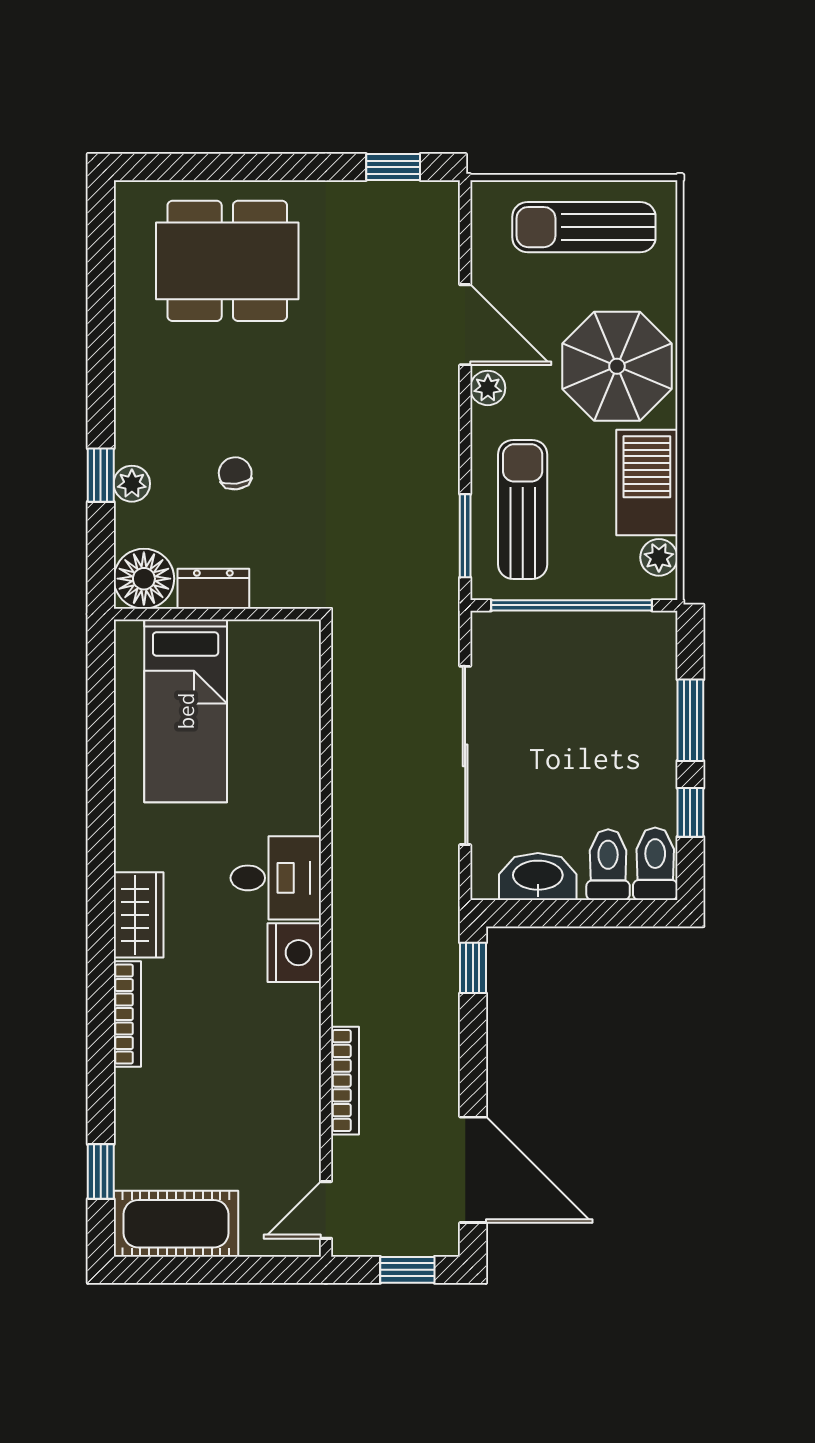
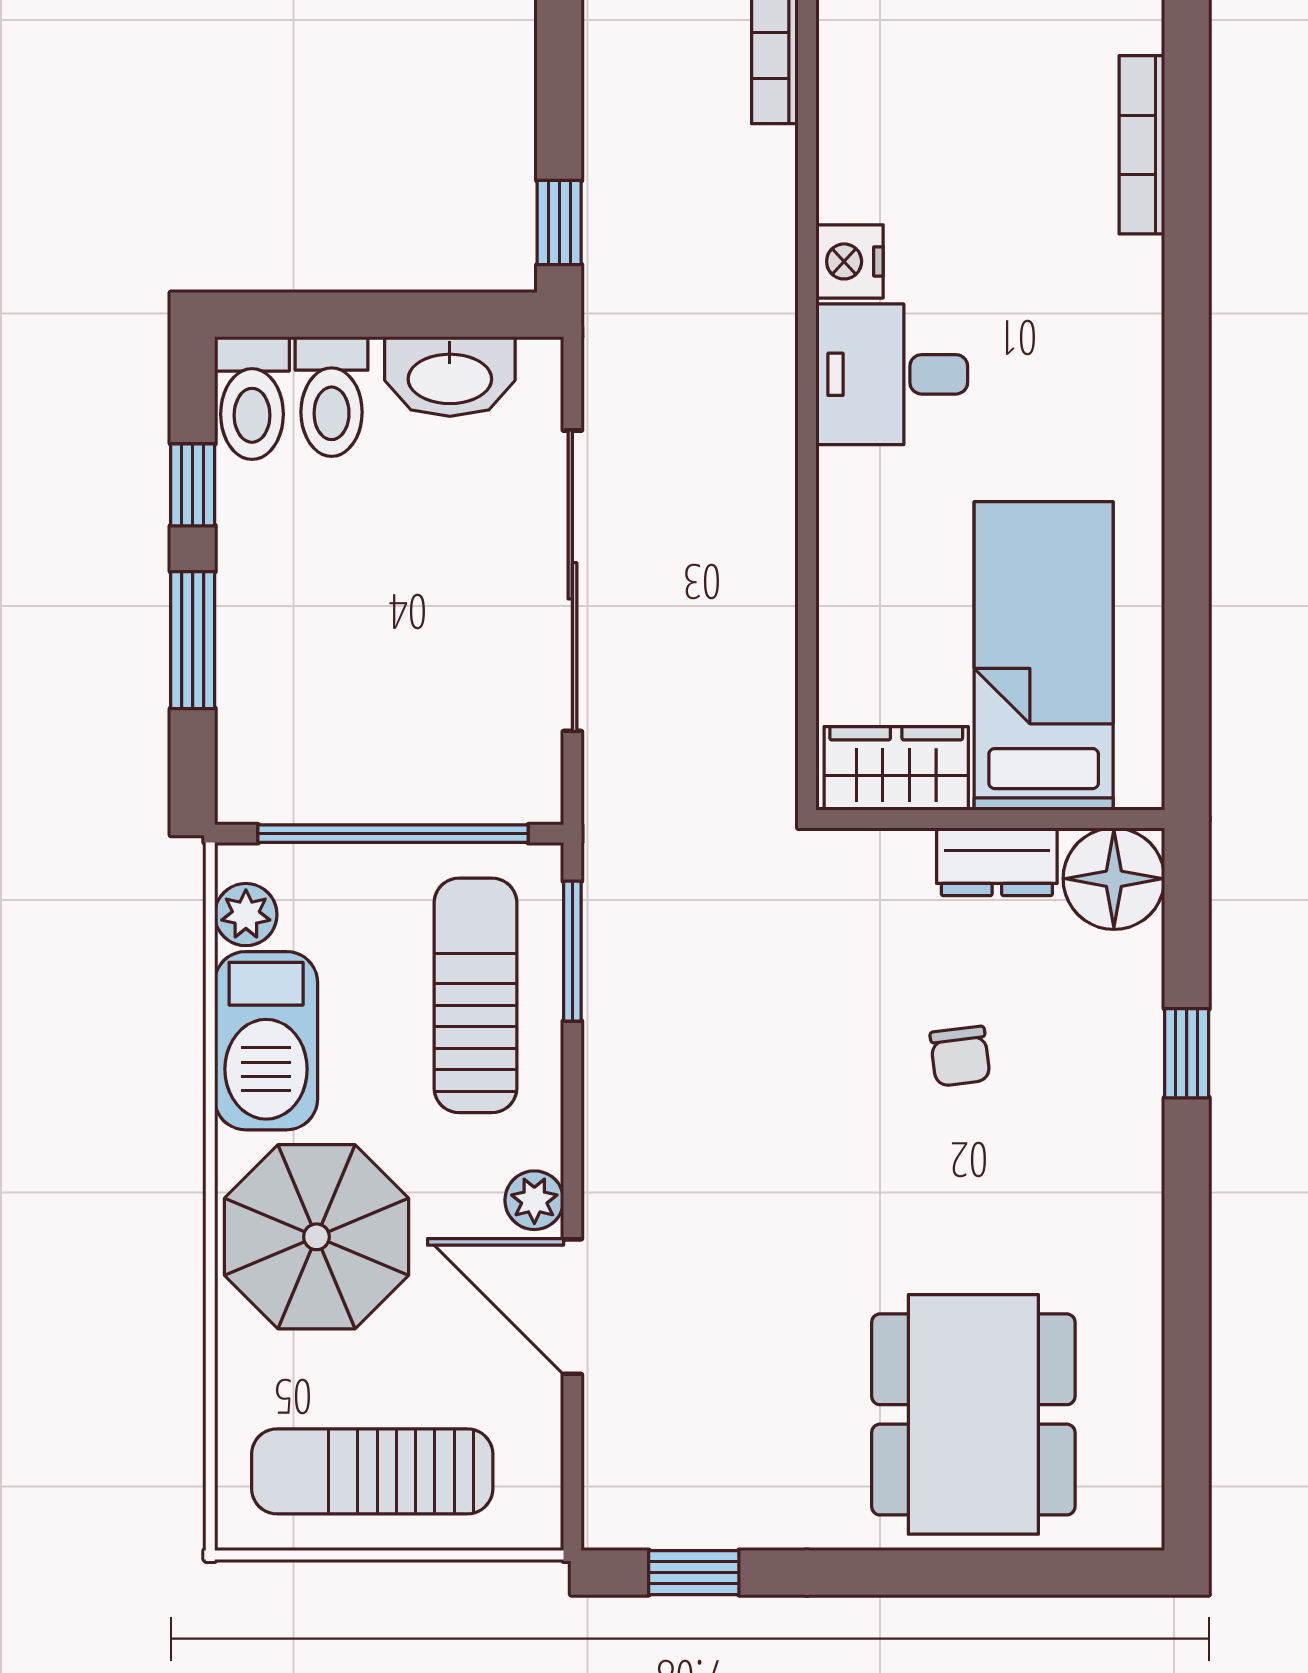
sun lounger: (584, 227) -> (372, 1471), turned 180
dining table: (227, 261) -> (973, 1414), turned 90
plant: (132, 484) -> (1134, 1039), removed
sun lounger: (523, 509) -> (475, 995), turned 180
wardrobe: (139, 915) -> (896, 768), moved, turned 90
nightstand: (294, 953) -> (849, 261), width x0.74, depth x0.75

